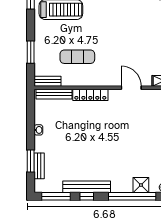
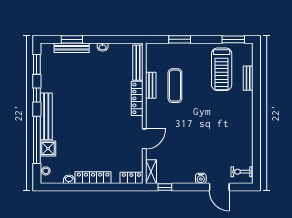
bench: (48, 81) -> (151, 85), moved
bench: (39, 166) -> (72, 48), width x1.36
bench: (87, 187) -> (46, 116), moved
window: (56, 196) -> (37, 64), width x0.69

